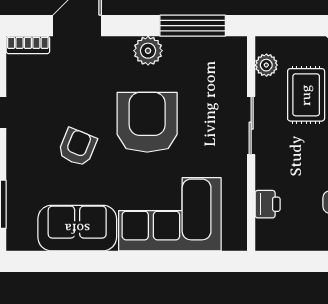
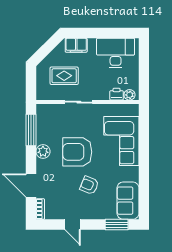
plant: (266, 65) -> (130, 95), moved
sofa: (77, 228) -> (128, 201), moved

